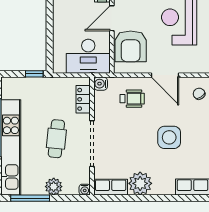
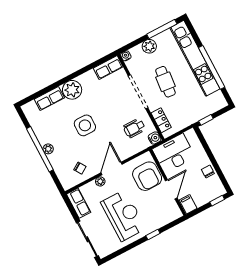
chair: (62, 17) -> (208, 172), added
armchair: (131, 46) -> (147, 176), turned 180
plant: (185, 68) -> (100, 181), added
door: (165, 75) -> (112, 169), hinge flipped
wheelchair: (132, 99) -> (134, 128), moved
plant: (140, 183) -> (72, 90), moved

